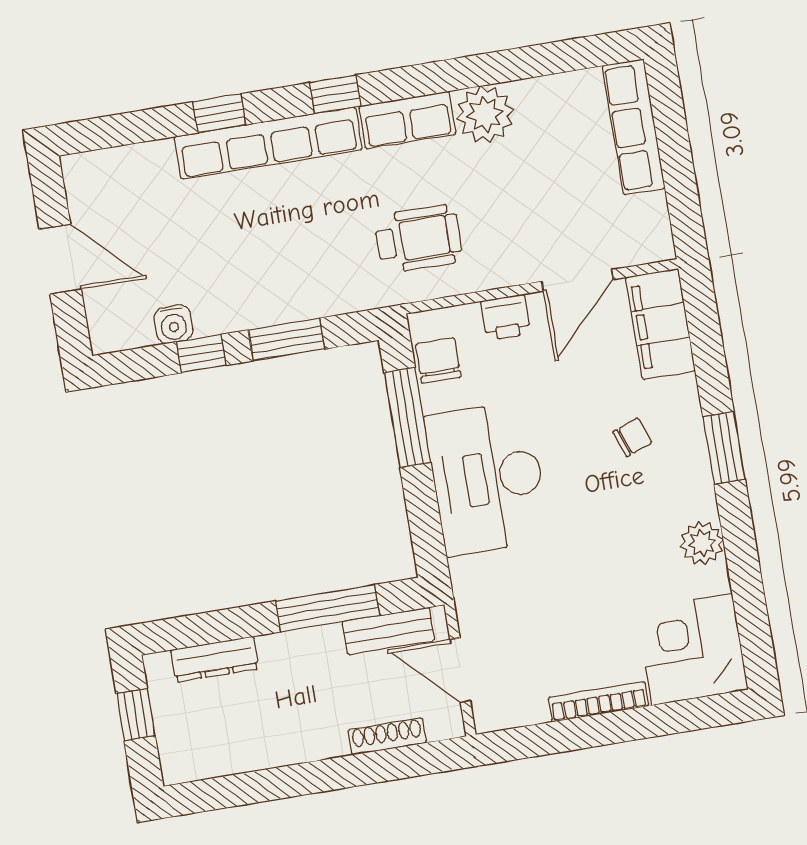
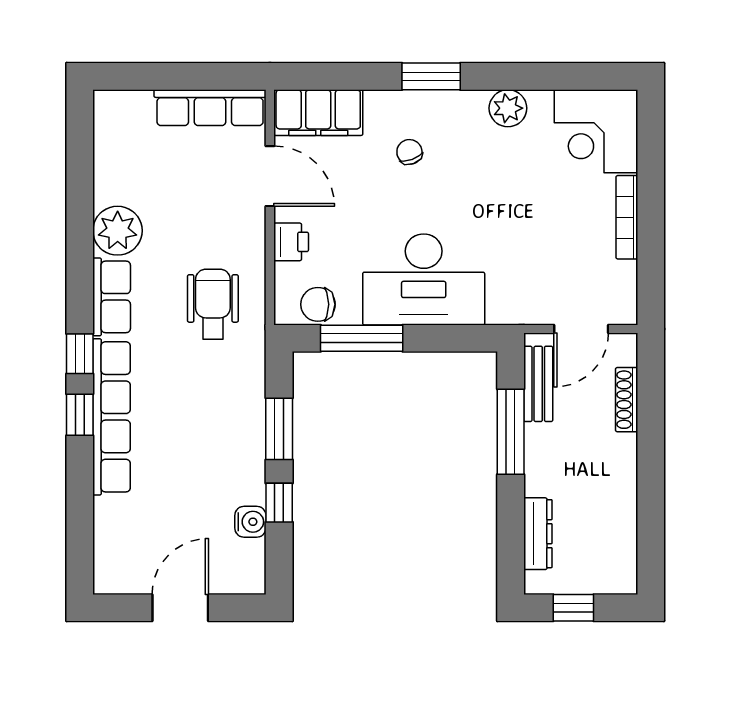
window: (219, 113) -> (80, 415), moved
row of seats: (634, 127) -> (210, 108), moved

